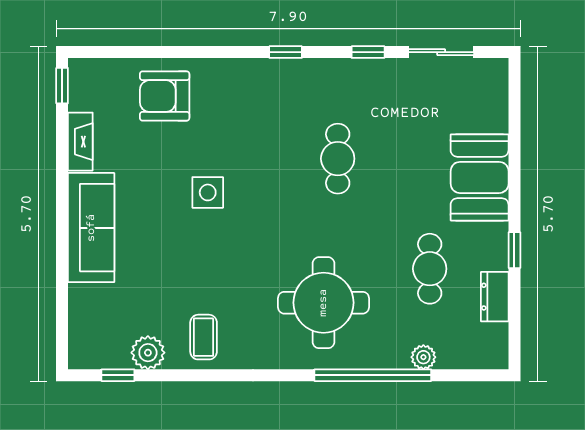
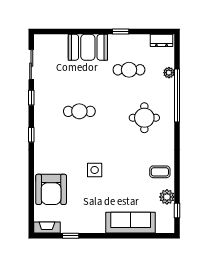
window: (62, 86) -> (71, 236), moved
armchair: (165, 96) -> (51, 189), width x1.36, depth x1.36
fireplace: (80, 142) -> (47, 227), moved
sofa: (91, 228) -> (131, 223), moved
dresser: (495, 297) -> (161, 40), moved
round table: (323, 303) -> (144, 118), width x0.73, depth x0.73

